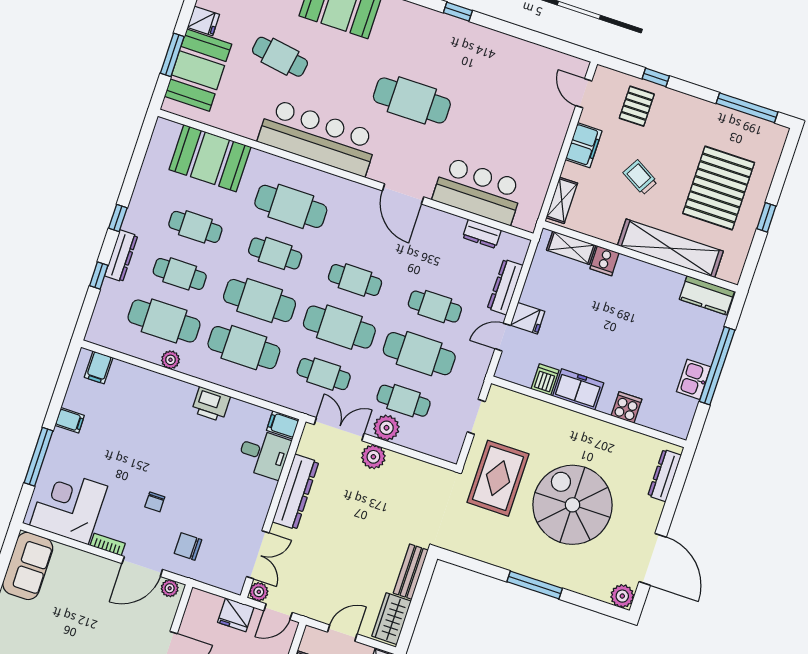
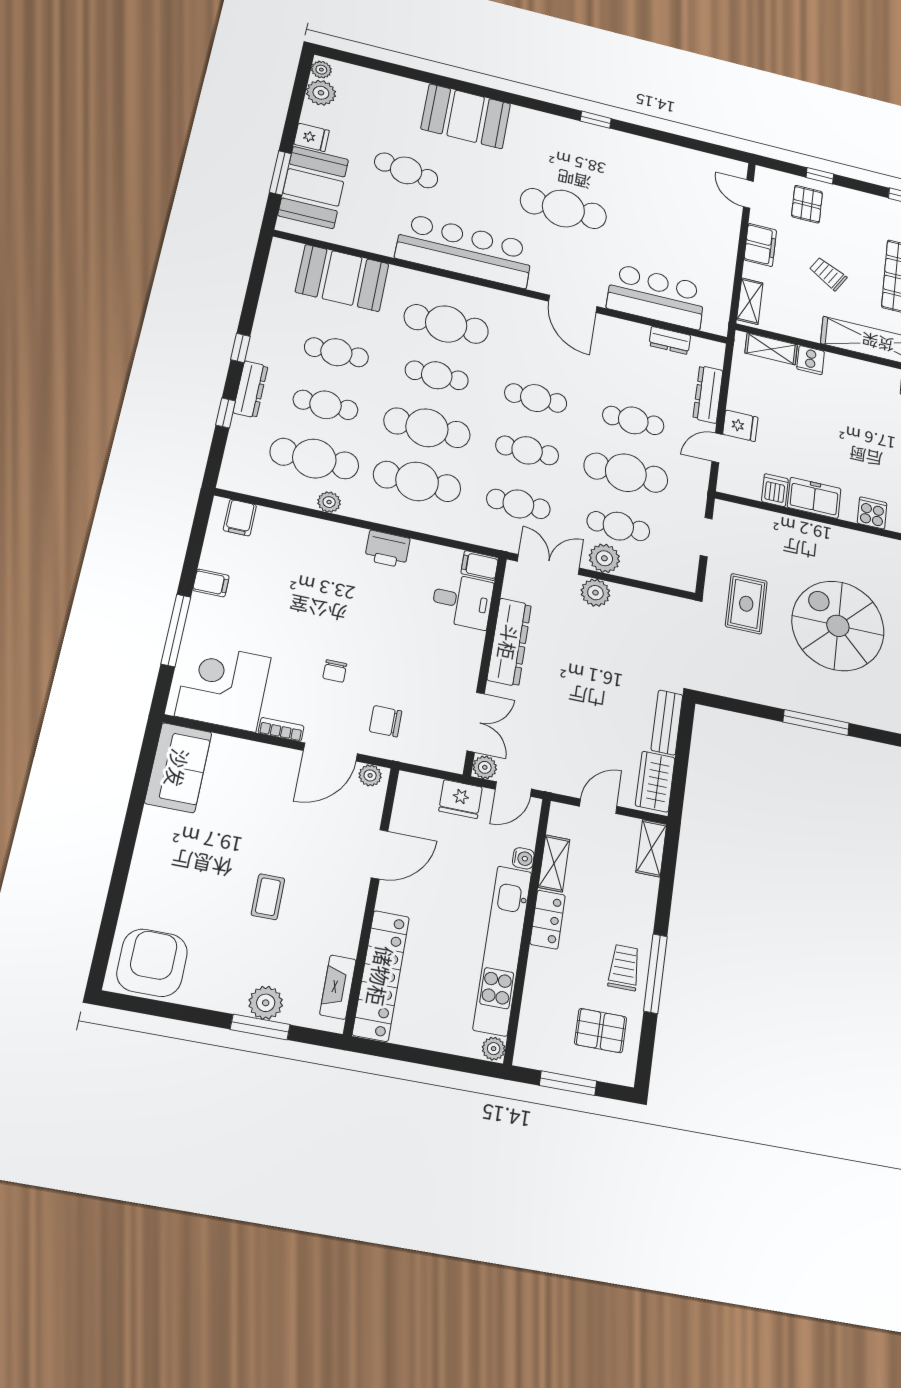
cafe table: (339, 327) -> (527, 450), width x0.73, depth x0.74
rug: (498, 478) -> (746, 604), width x0.73, depth x0.70

